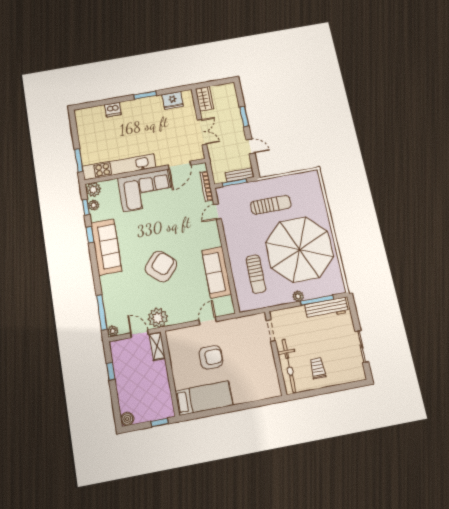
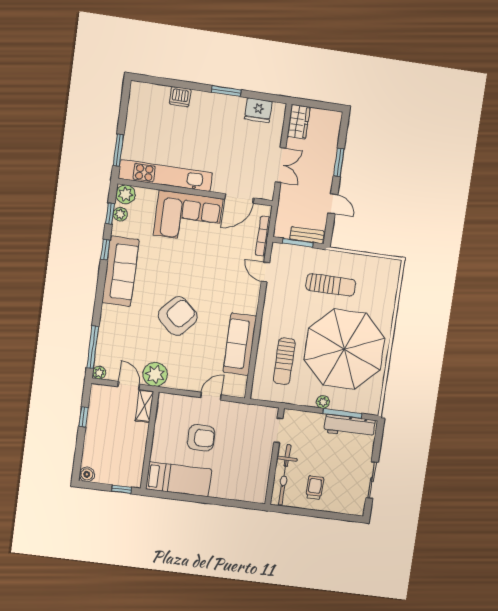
door: (217, 212) -> (265, 272), hinge flipped

